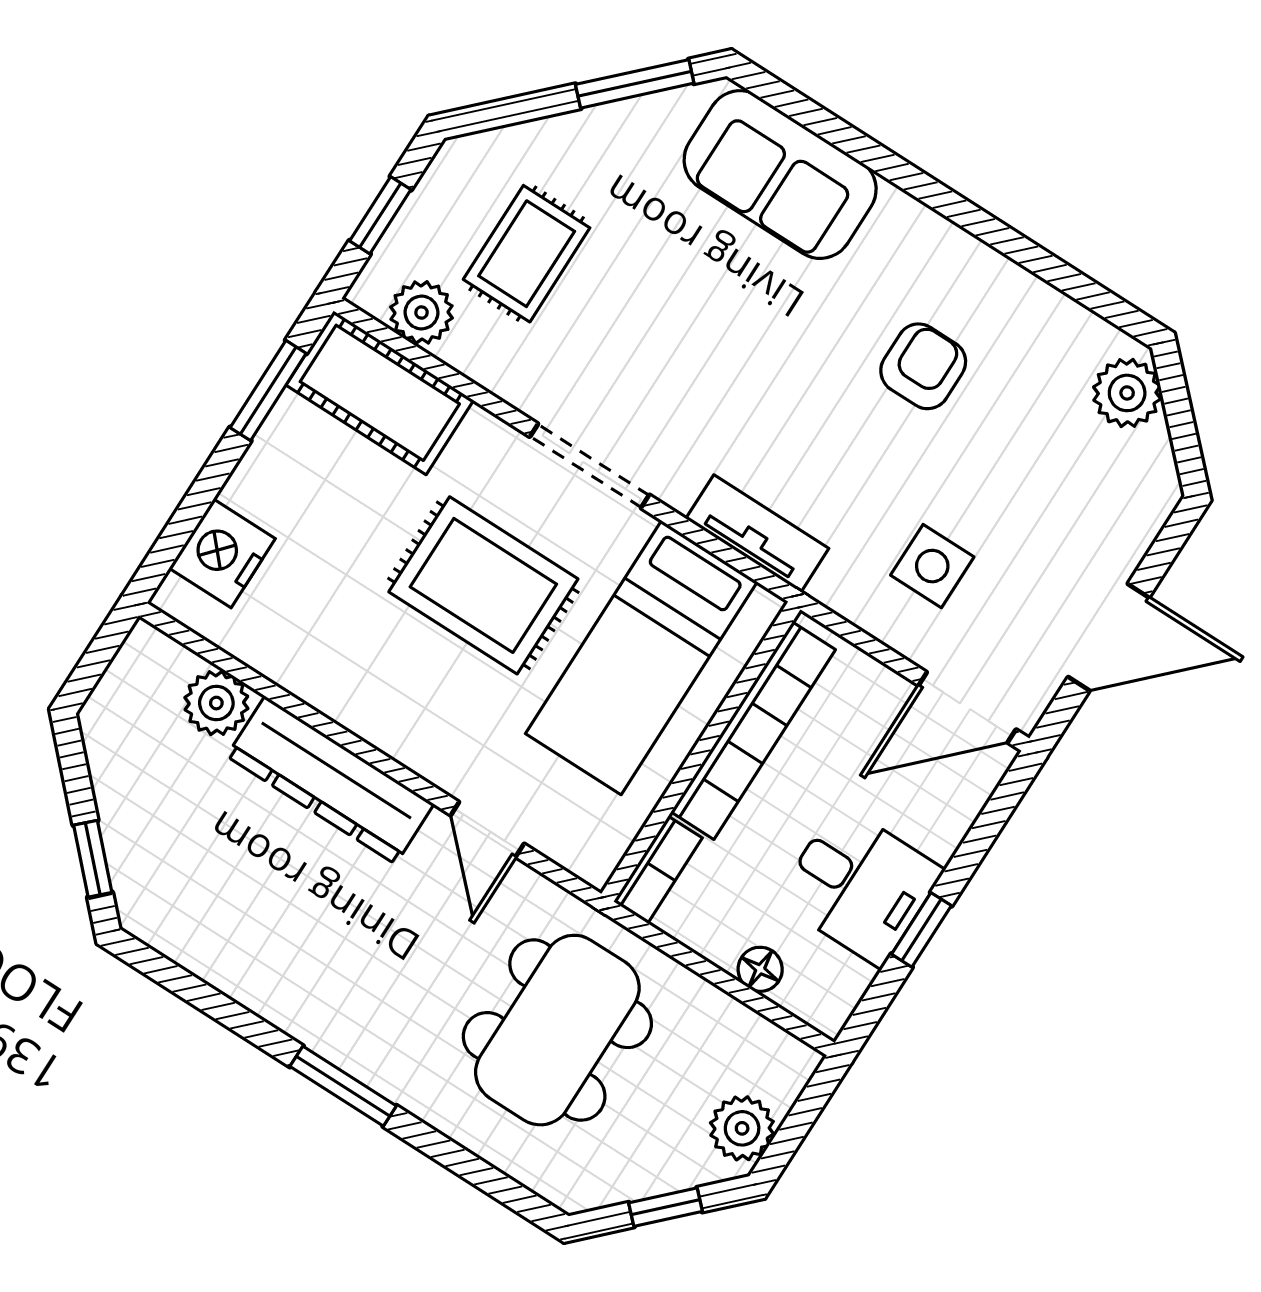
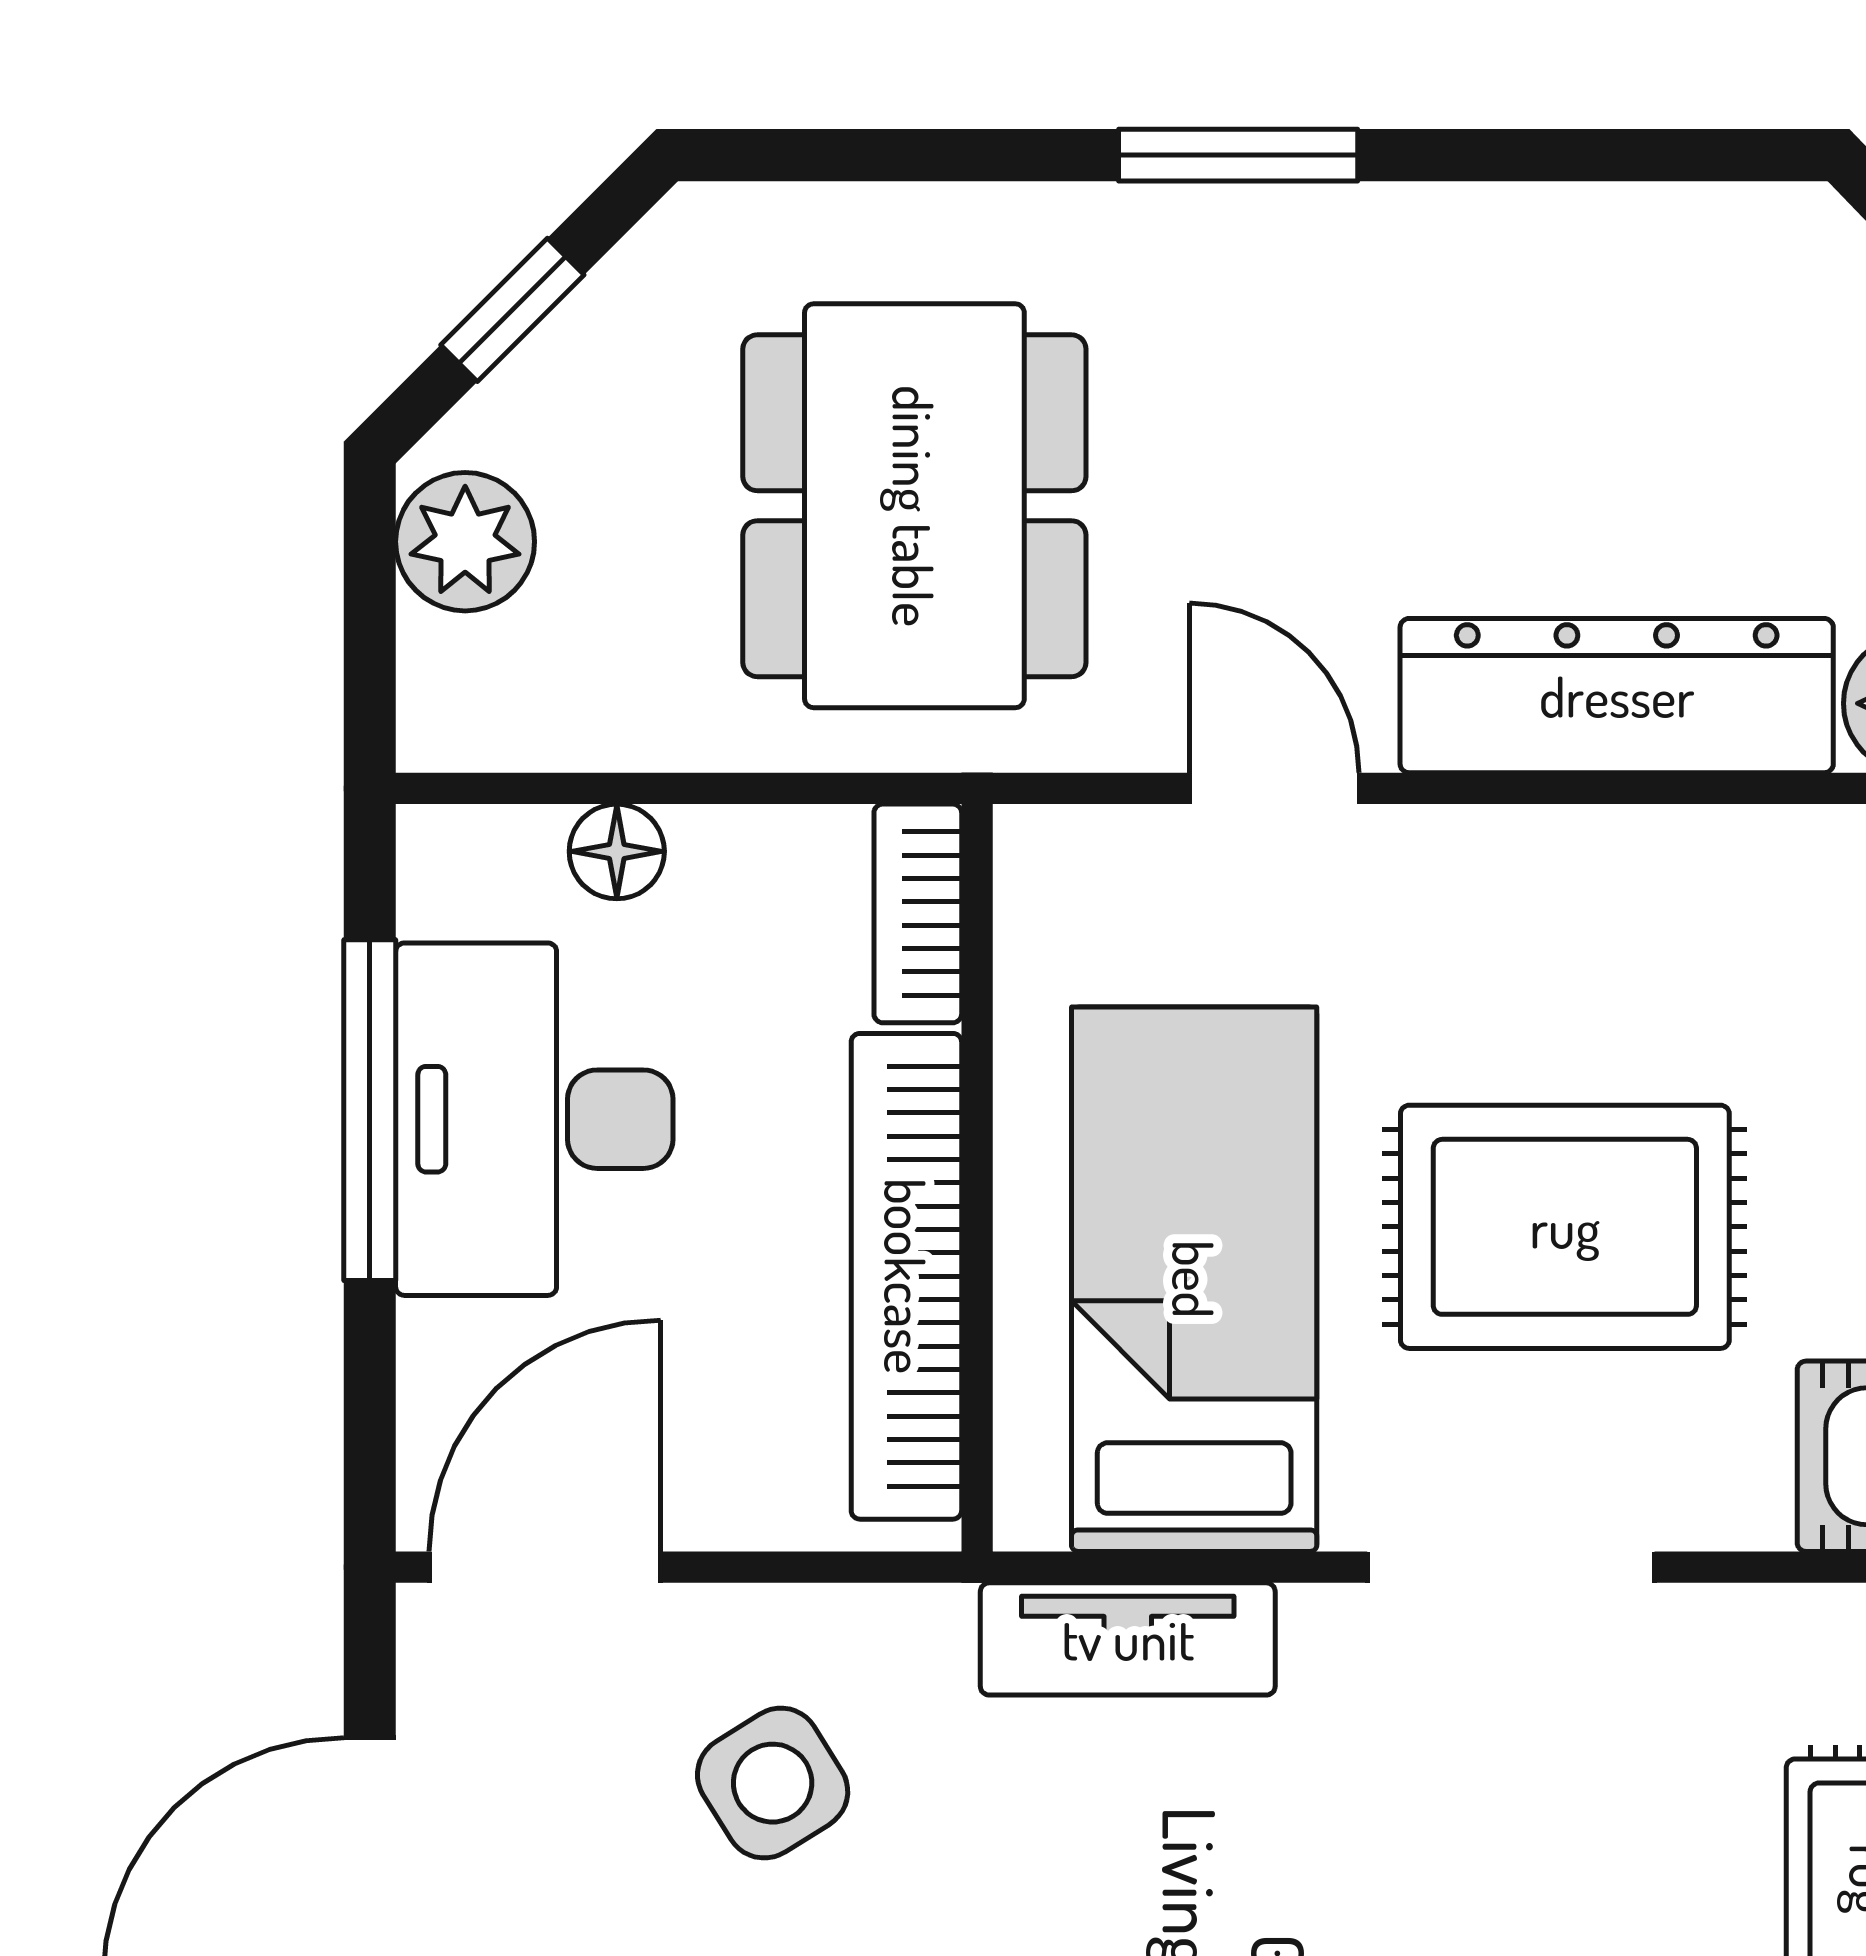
side table: (932, 566) -> (773, 1783), turned -32
desk: (859, 885) -> (534, 1119), width x1.37
window: (921, 930) -> (370, 1110), width x2.17

